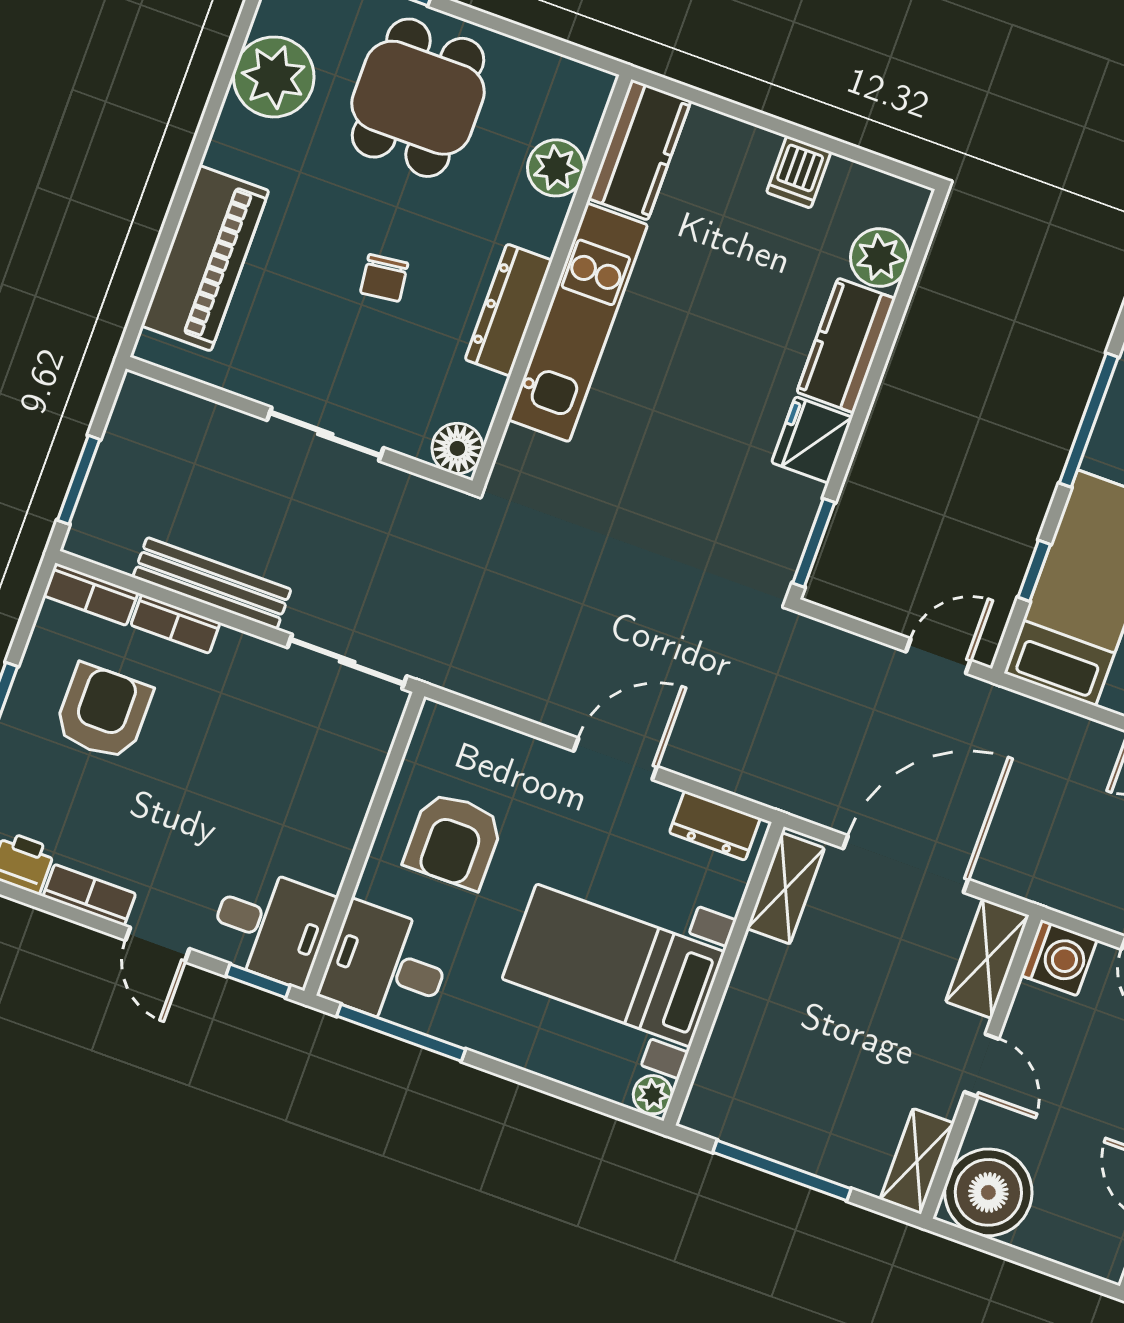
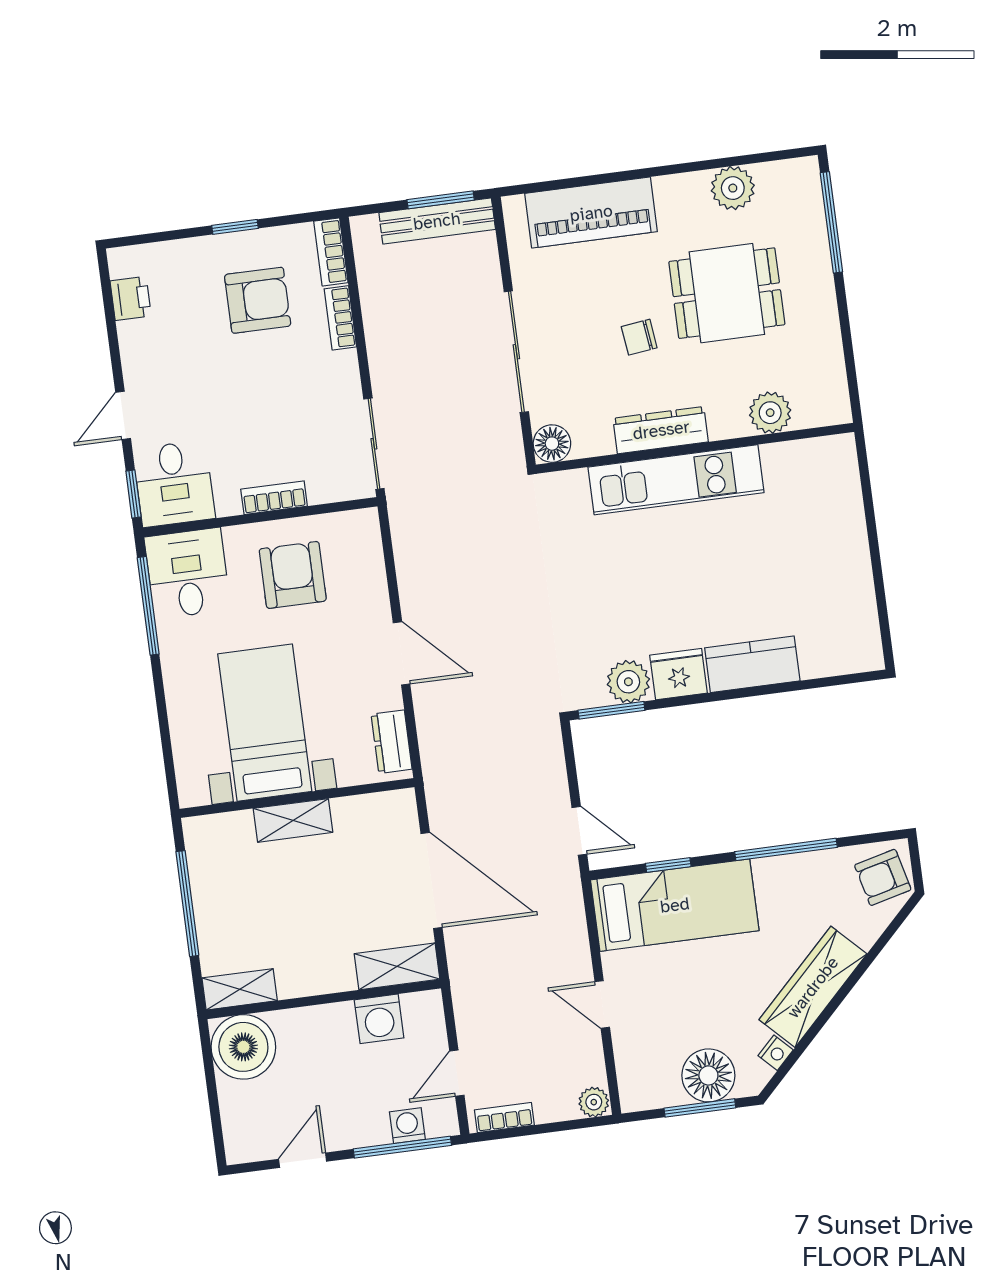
plant: (274, 77) -> (733, 188), width x0.73, depth x0.73
dining table: (418, 98) -> (727, 293), moved
kitchen counter: (639, 150) -> (811, 461), removed
dishwasher: (799, 172) -> (850, 574), removed
plant: (880, 257) -> (628, 682), moved
sliding door: (325, 434) -> (516, 352), width x1.37
window: (79, 480) -> (441, 200), moved
bench: (212, 583) -> (437, 221), moved, turned 90
armchair: (454, 840) -> (293, 575), turned 90
shelving: (786, 888) -> (293, 820), moved
bookcase: (89, 895) -> (274, 498), moved, turned -90
washing machine: (1059, 958) -> (379, 1019), moved
door: (982, 1065) -> (325, 999), removed
plant: (653, 1095) -> (193, 793), removed

